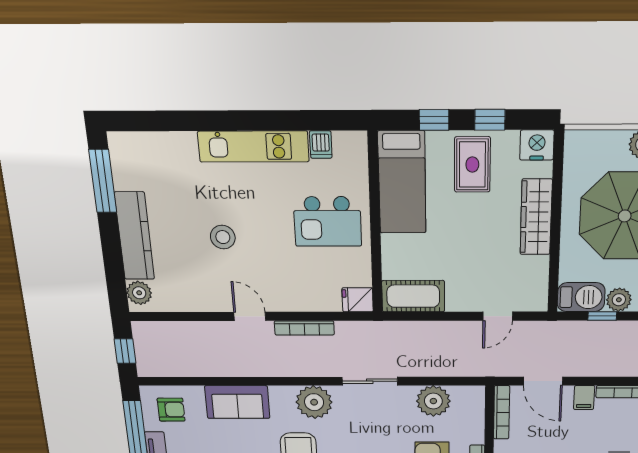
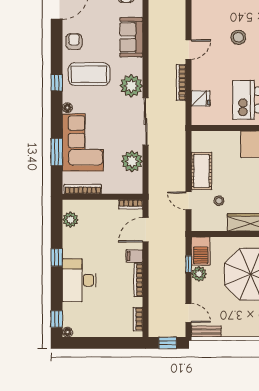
stool: (498, 268) -> (219, 201), added
cot: (413, 296) -> (201, 171), moved
fridge: (358, 300) -> (201, 98), moved, turned 90
sliding door: (370, 381) -> (146, 122), width x1.37
bookcase: (502, 412) -> (131, 204), width x0.64

